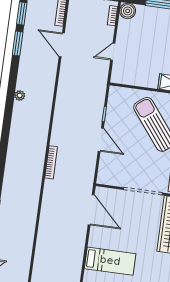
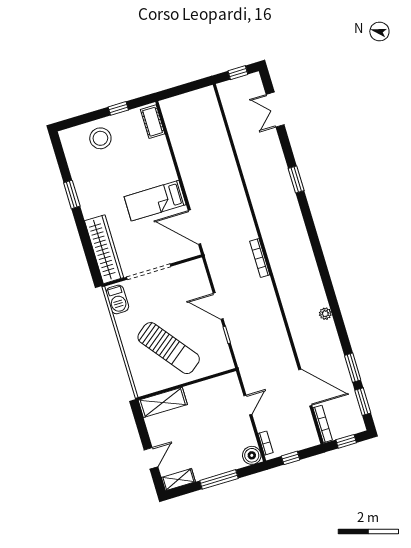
door: (62, 45) -> (305, 388), width x1.36
bed: (110, 261) -> (155, 201), moved

